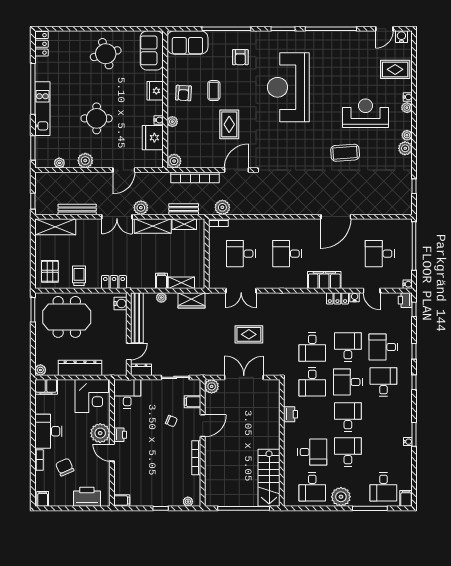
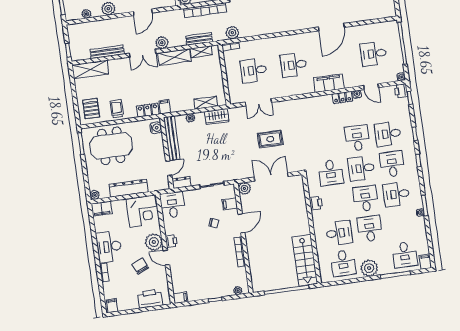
filing cabinet: (161, 281) -> (165, 107), moved
desk: (312, 347) -> (396, 194), moved, turned 90
chair: (65, 467) -> (140, 266), moved

